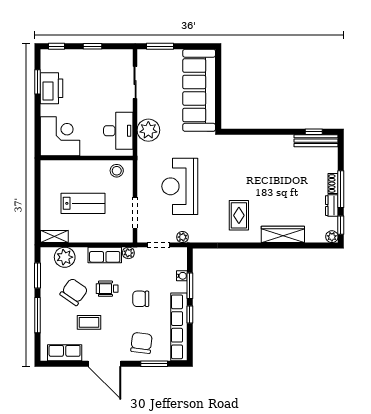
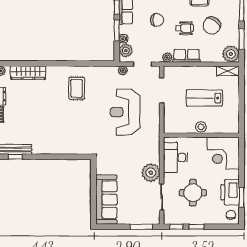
window: (56, 46) -> (176, 227), moved
chair: (51, 61) -> (231, 215), added
round table: (97, 88) -> (193, 193), added
sofa: (199, 90) -> (106, 200), width x0.74, depth x0.79
plant: (148, 130) -> (151, 173), moved
stool: (117, 171) -> (201, 127), moved
reception desk: (180, 186) -> (125, 112), turned 180
wardrobe: (283, 234) -> (28, 73), moved
plant: (65, 257) -> (231, 54), moved
plant: (179, 261) -> (126, 50), added

